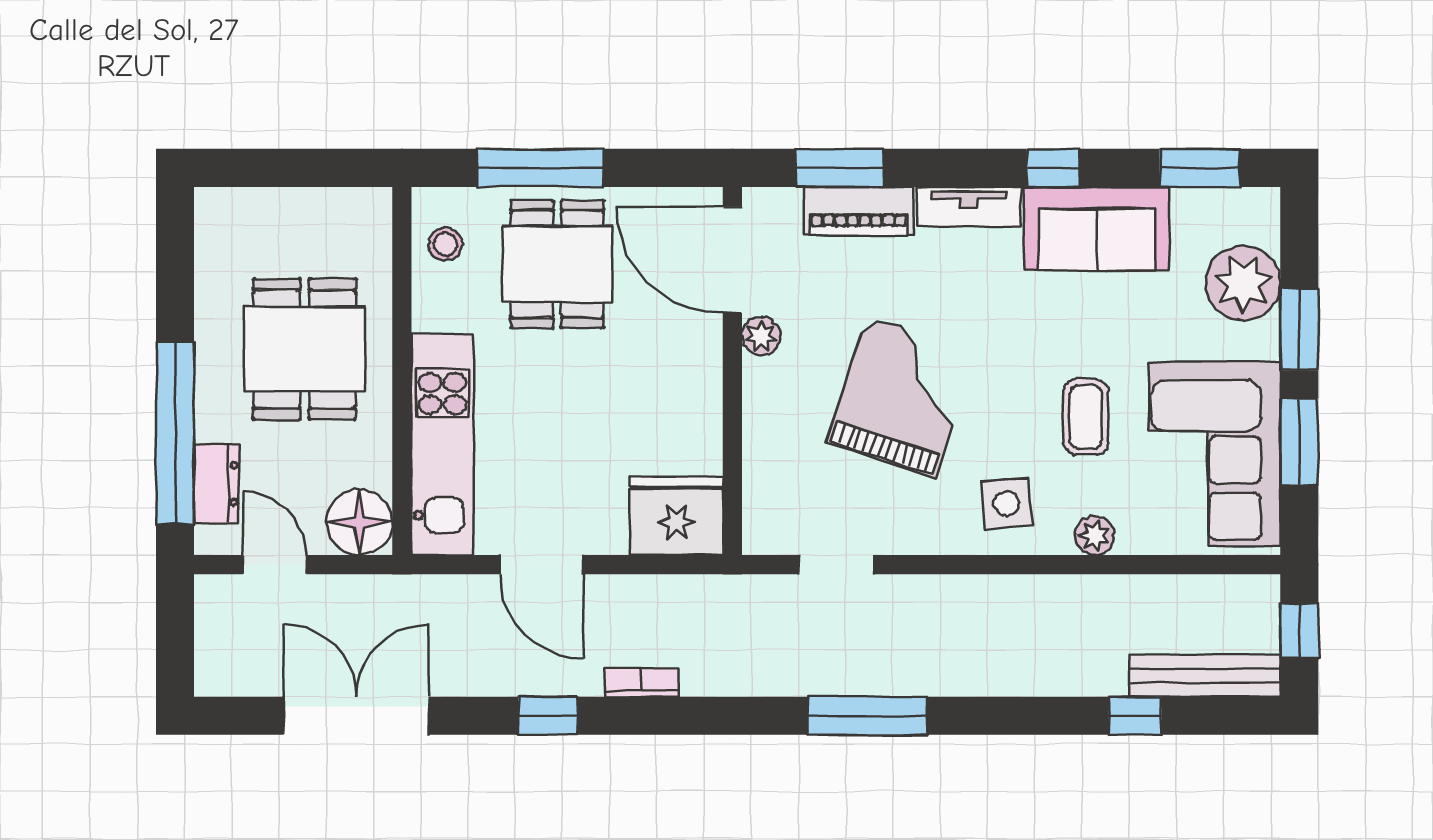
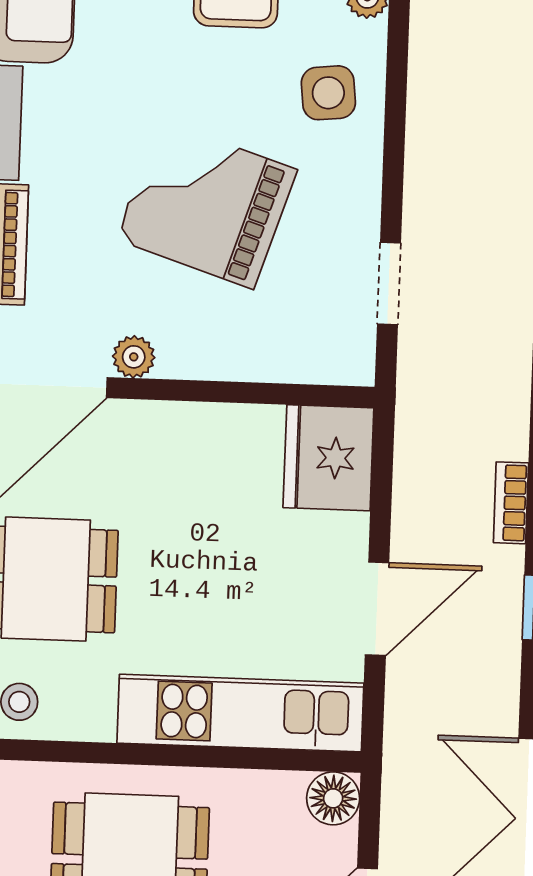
floor lamp: (359, 522) -> (333, 798), width x0.73, depth x0.73

